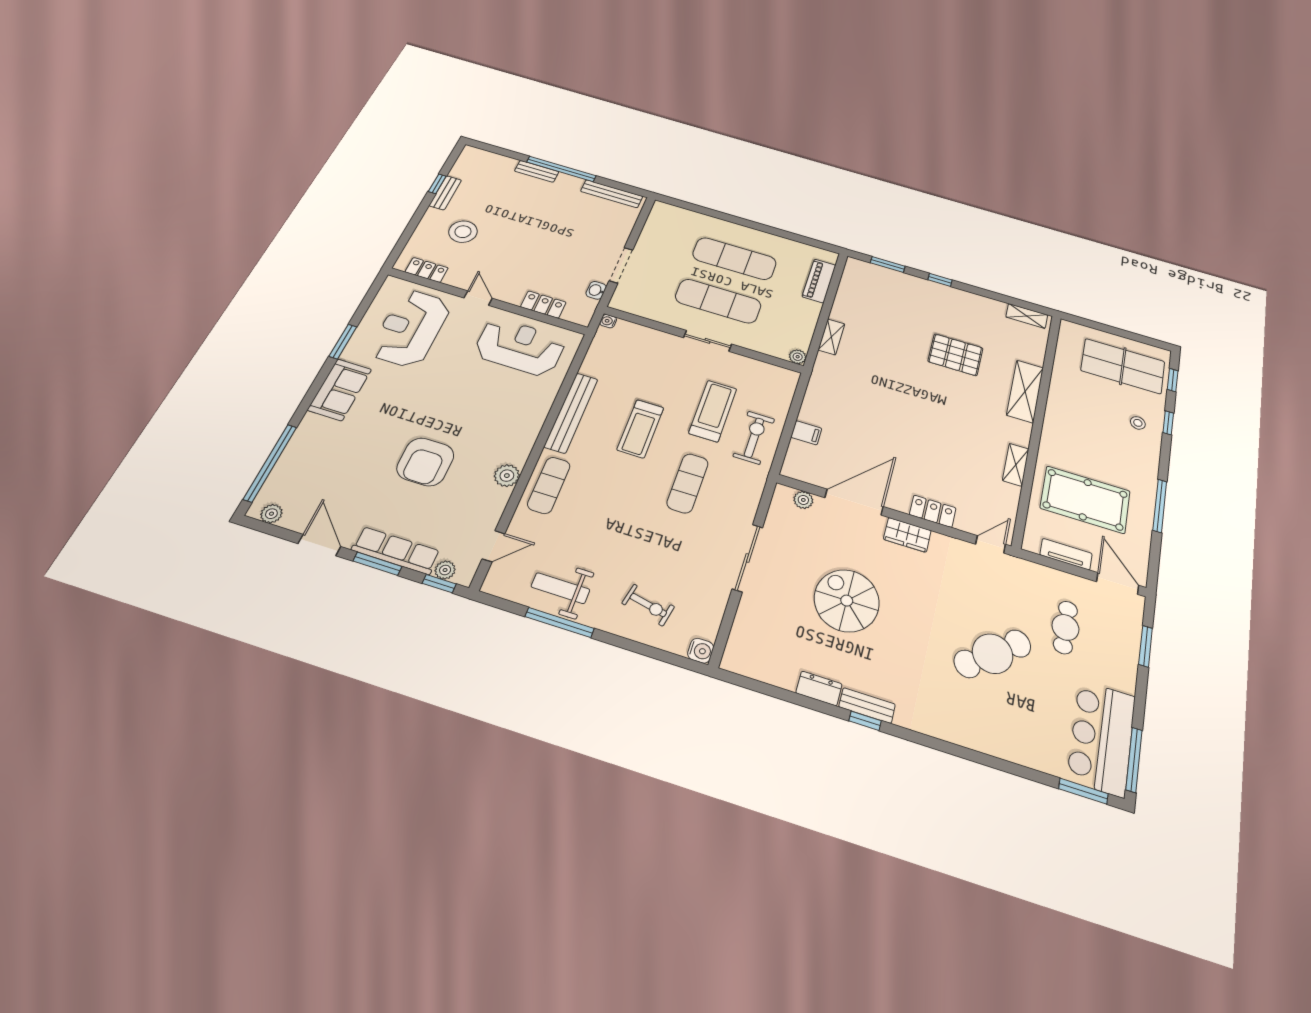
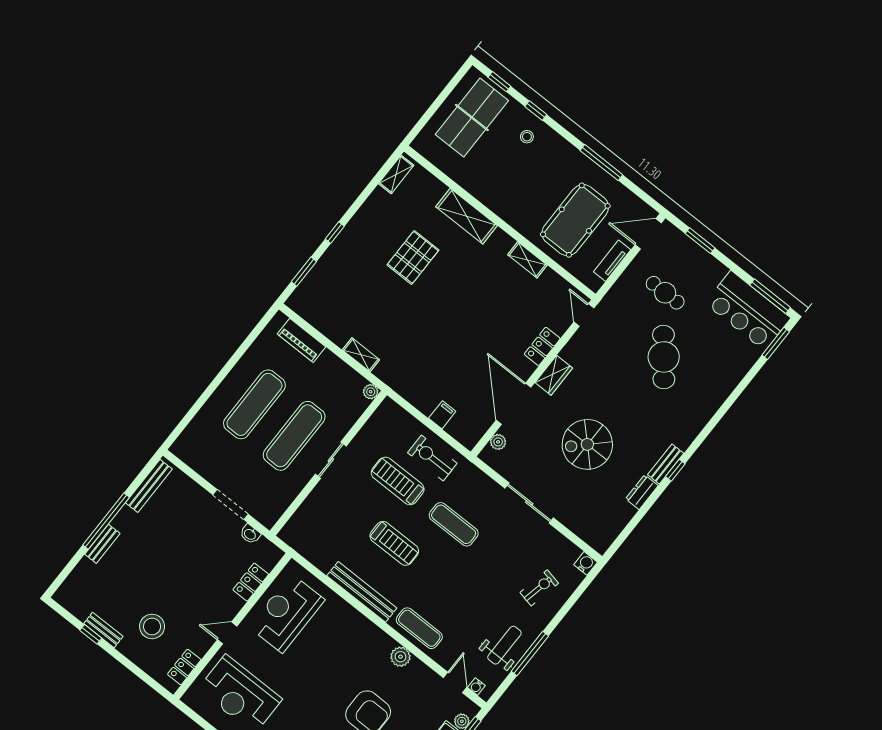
water cooler: (608, 321) -> (476, 686), moved
weight bench: (560, 588) -> (504, 645), turned 180

